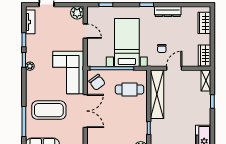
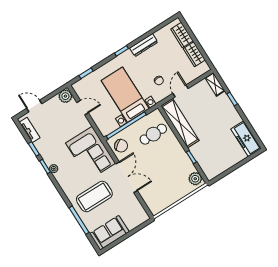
wardrobe: (204, 55) -> (194, 54), moved

